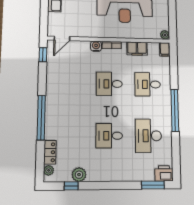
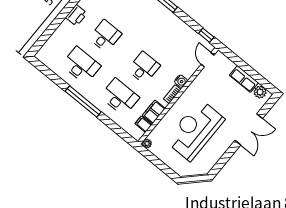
filing cabinet: (165, 49) -> (143, 124), moved
desk: (148, 84) -> (120, 97), width x1.37
printer: (164, 173) -> (76, 15), moved
window: (153, 185) -> (43, 39), removed

